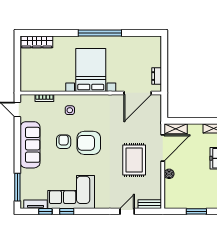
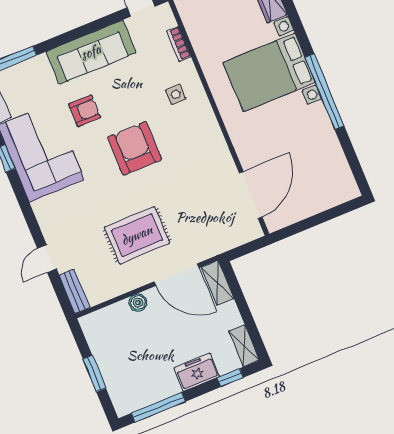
bed with nightstands: (91, 70) -> (269, 72), moved, turned 180
dresser: (157, 76) -> (292, 215), removed
door: (138, 93) -> (251, 195), swing flipped
armchair: (64, 142) -> (85, 111), moved
door: (127, 211) -> (47, 259), swing flipped

